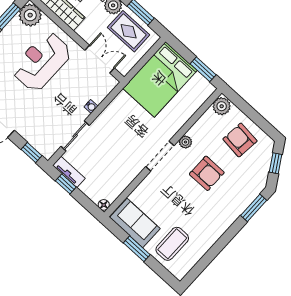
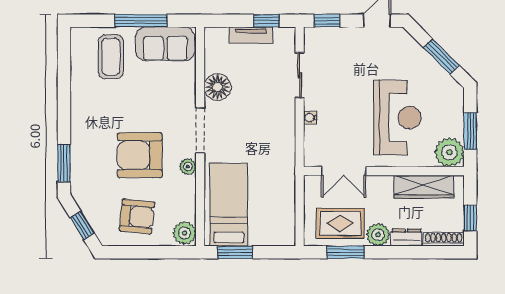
bed: (160, 79) -> (229, 205), moved, width x0.67
tv unit: (69, 172) -> (251, 35), moved
armchair: (207, 173) -> (140, 155), width x1.36, depth x1.36
floor lamp: (104, 205) -> (218, 87), moved, width x1.89, depth x1.89
window: (137, 249) -> (141, 21), width x1.44

